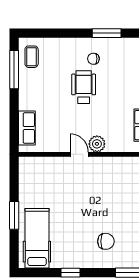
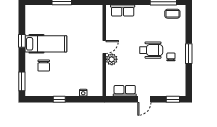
window: (107, 33) -> (189, 54), moved
hospital bed: (37, 238) -> (46, 44), moved

